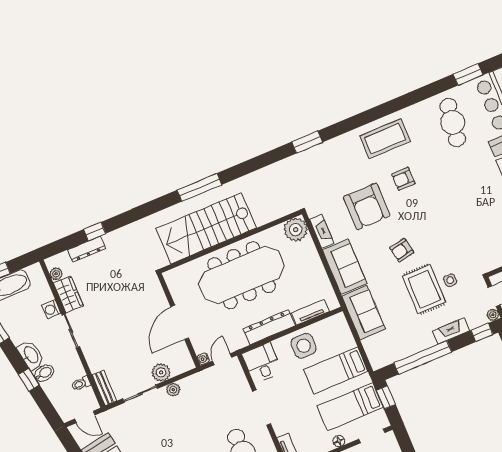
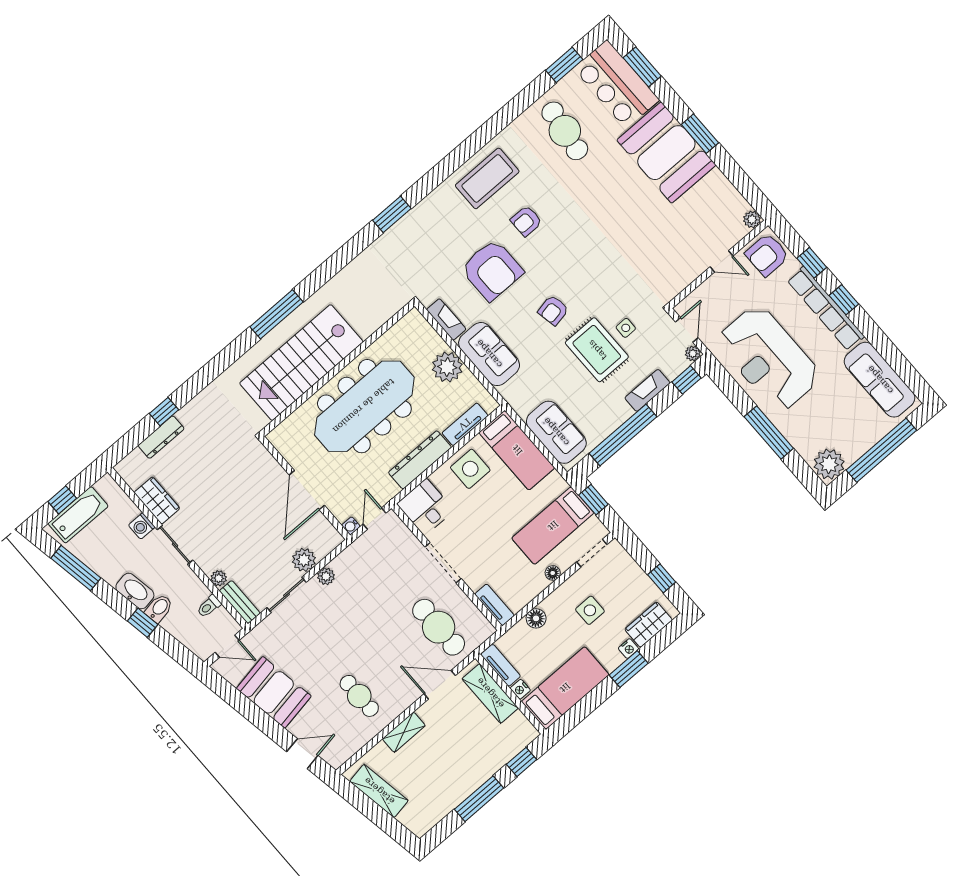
plant: (296, 230) -> (447, 367), moved
plant: (56, 274) -> (219, 578), moved
sofa: (364, 313) -> (556, 432), moved
bed: (336, 370) -> (517, 450), moved, turned -90

